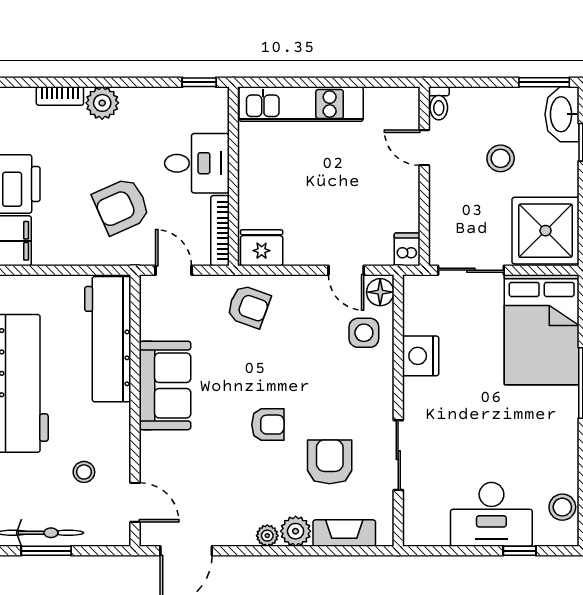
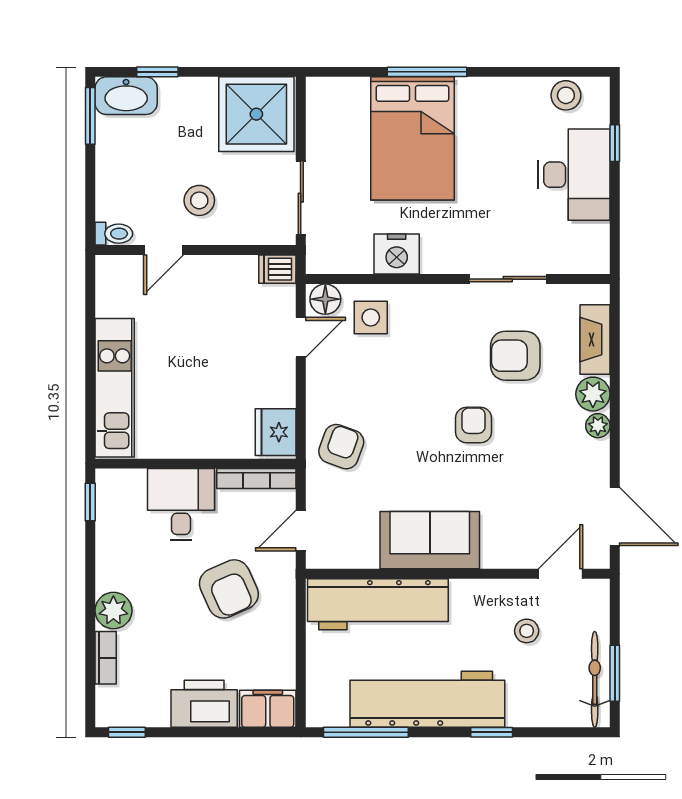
stool: (501, 158) -> (199, 200), moved
bed: (542, 330) -> (412, 138), moved, turned 90

